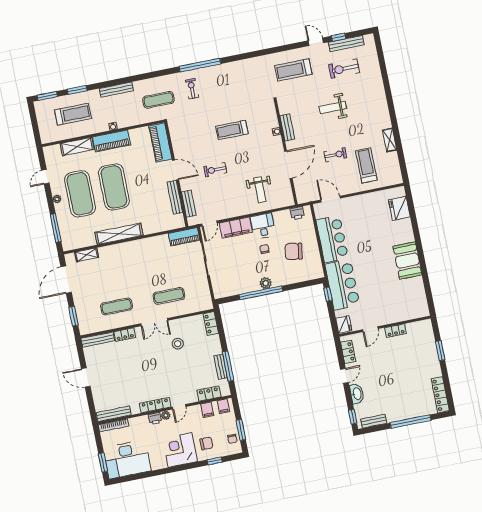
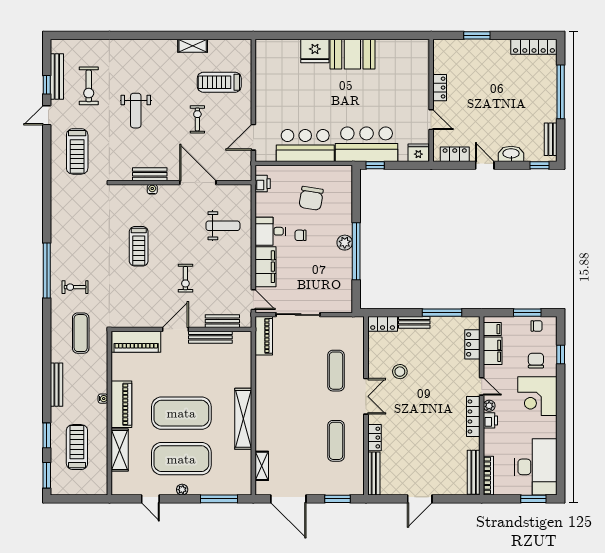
fridge: (399, 208) -> (315, 51), moved
bench: (221, 367) -> (414, 322), moved
filing cabinet: (207, 410) -> (493, 351), width x2.00

